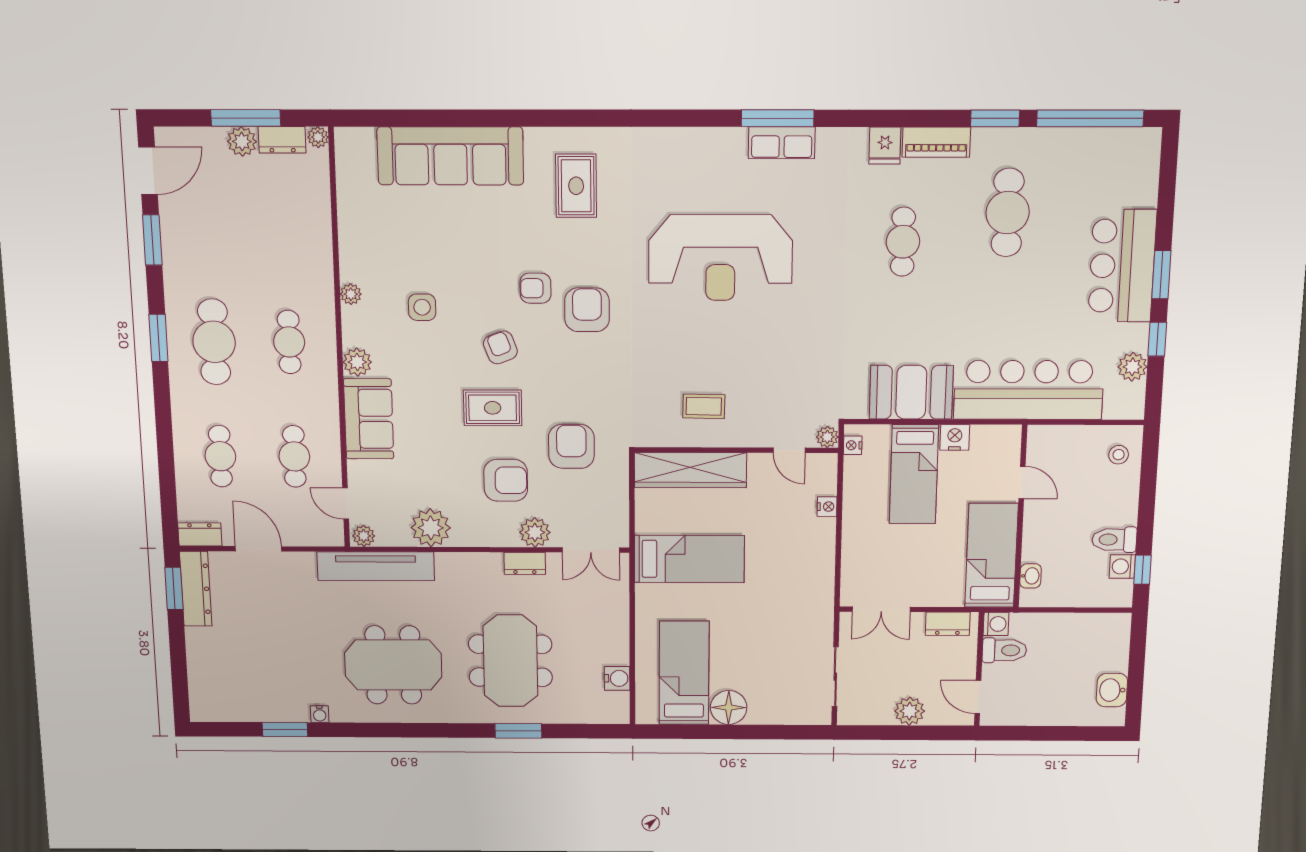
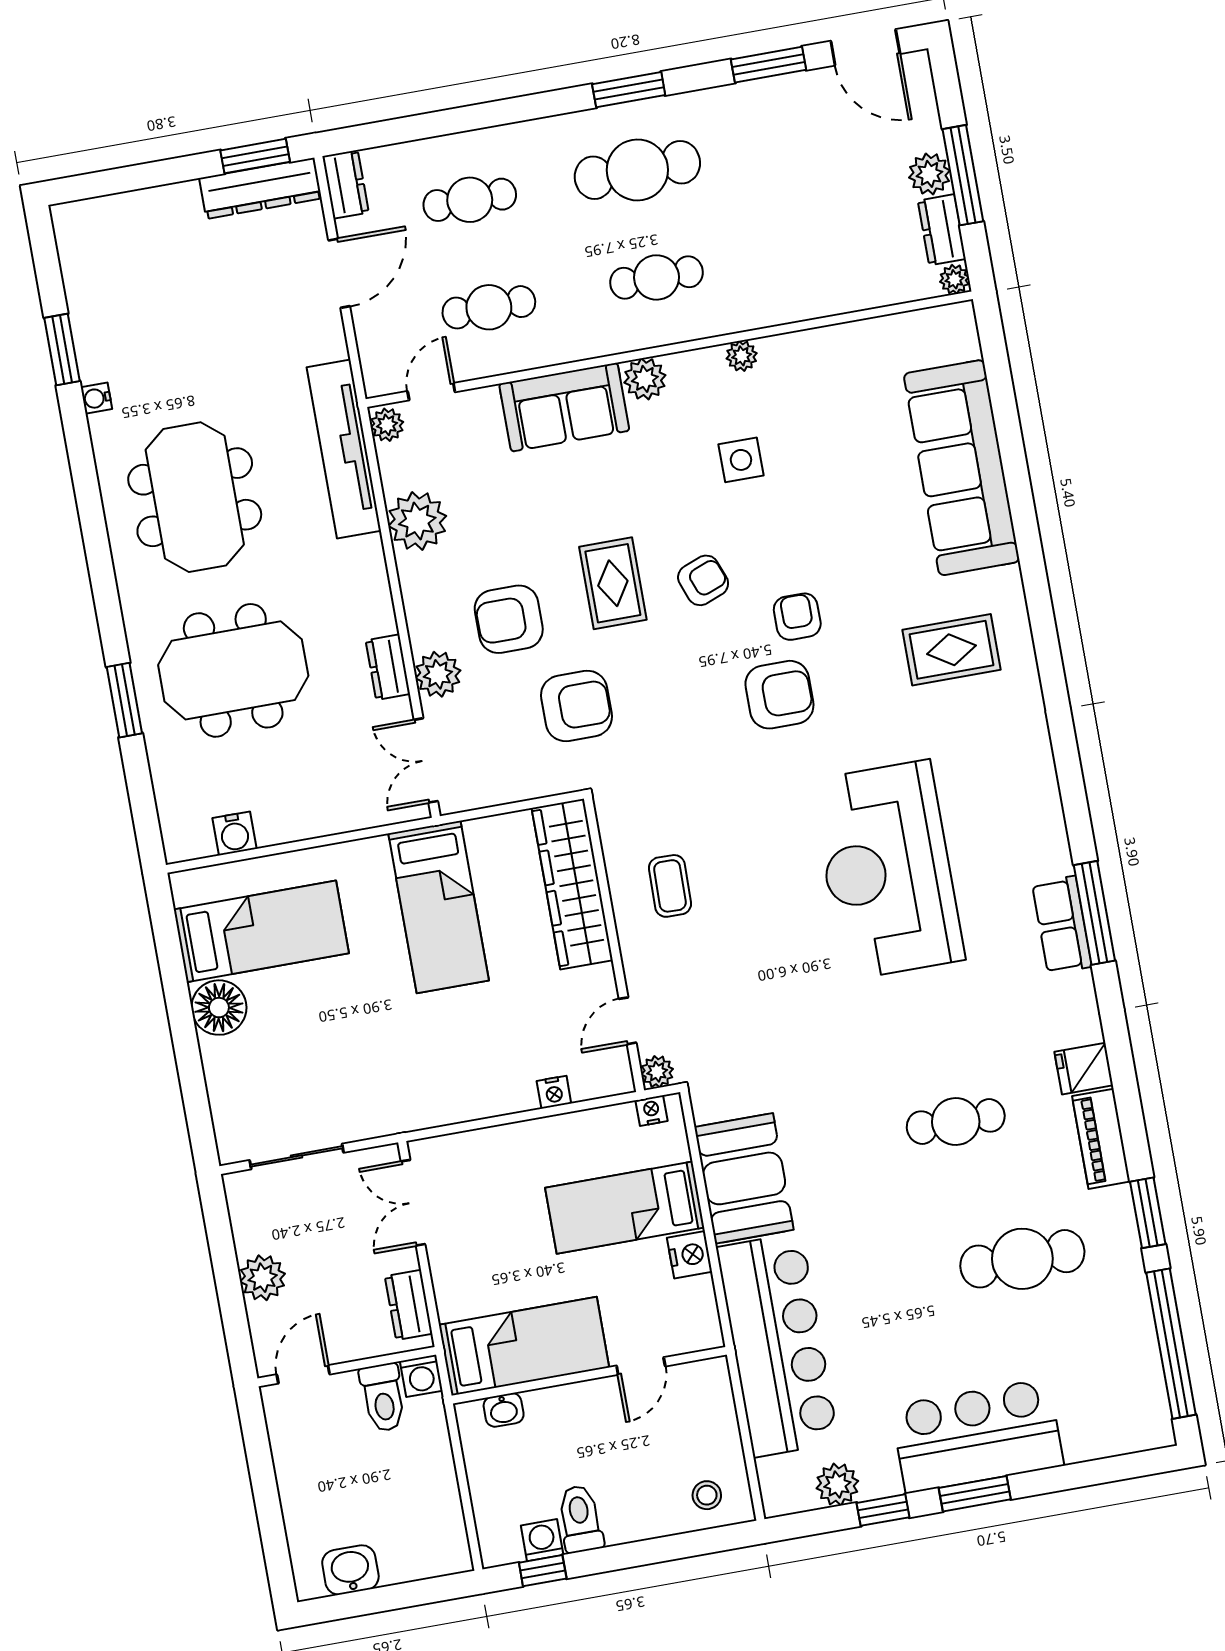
armchair: (506, 480) -> (509, 619), turned 90

